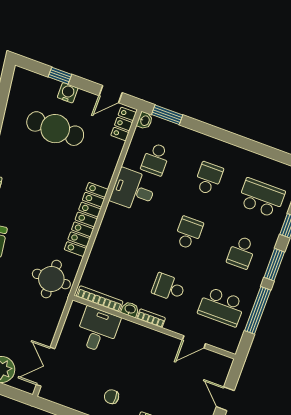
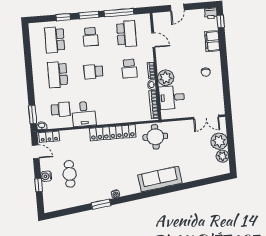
cafe table: (55, 129) -> (70, 174), width x0.73, depth x0.74
school desk: (209, 178) -> (58, 75), width x1.85
school desk: (241, 252) -> (91, 37), turned 90
plant: (131, 334) -> (166, 78), added

